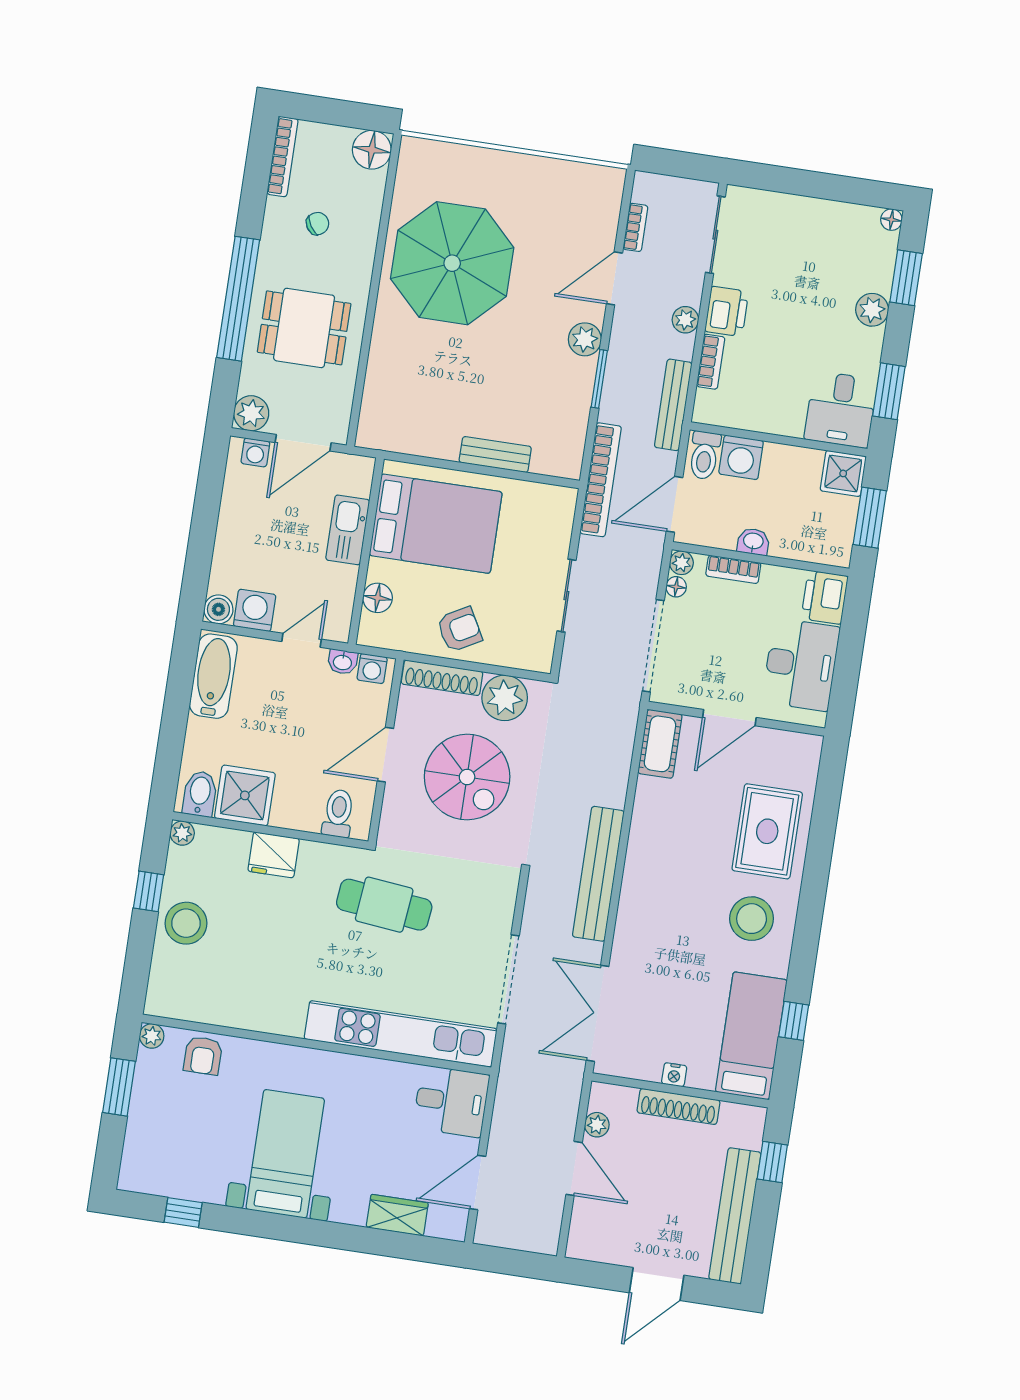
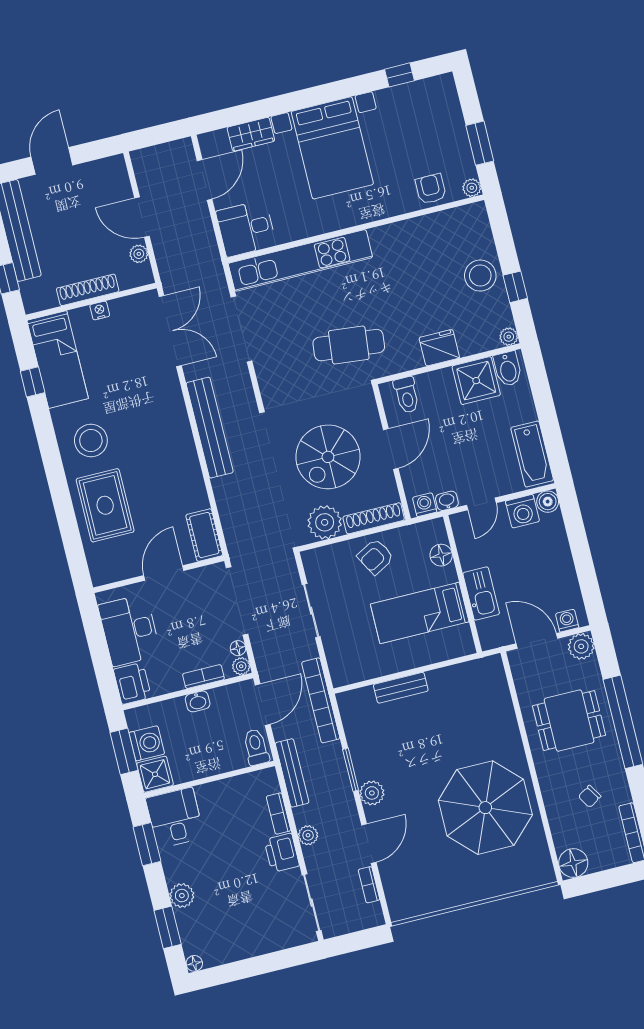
door: (303, 443) -> (537, 641), hinge flipped
washing machine: (741, 457) -> (147, 743), moved, turned 90
bed: (436, 524) -> (420, 613), width x0.67
spiral stairs: (467, 777) -> (328, 457), turned -90
bed with nightstands: (285, 1154) -> (332, 148), width x1.36

